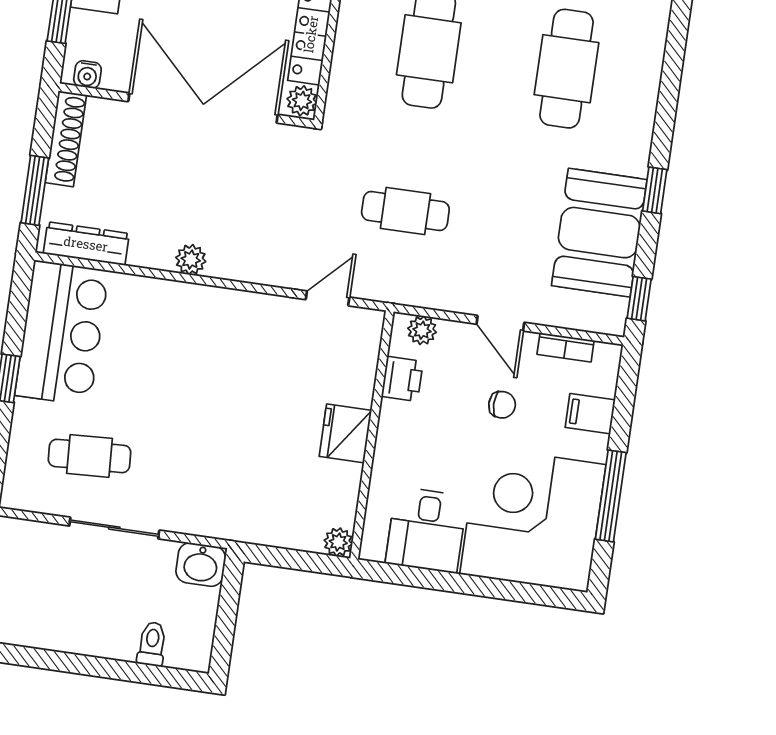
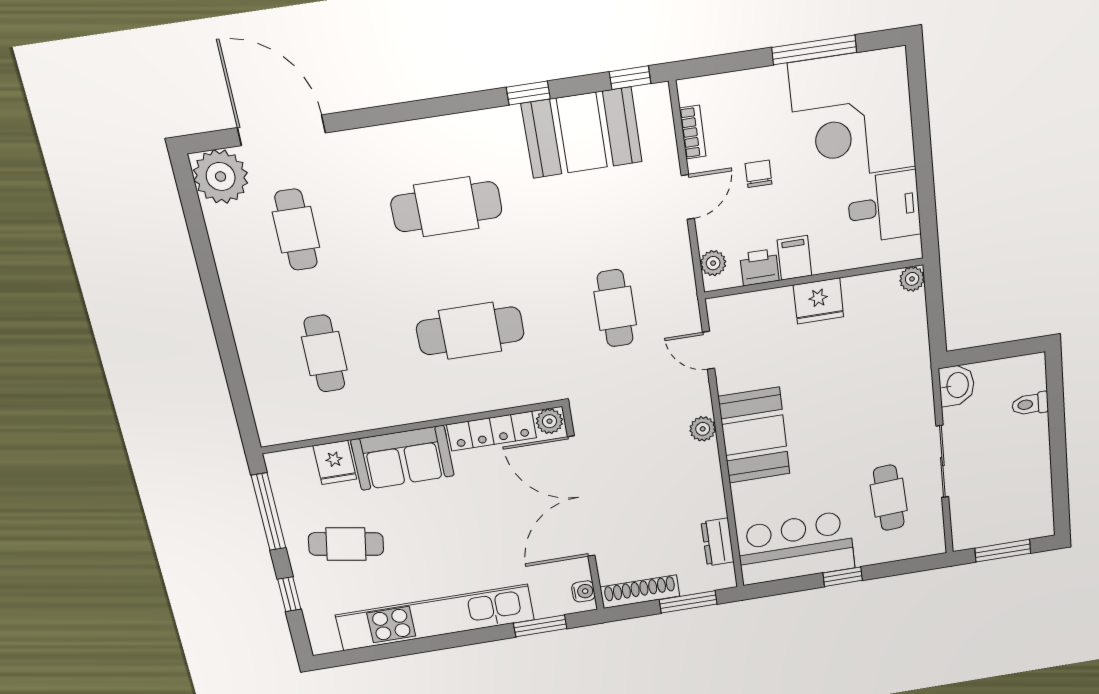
dresser: (86, 244) -> (718, 542), width x0.70
plant: (191, 260) -> (703, 429), moved
booth: (214, 322) -> (754, 435), added
filing cabinet: (590, 414) -> (794, 258), moved, turned 180

